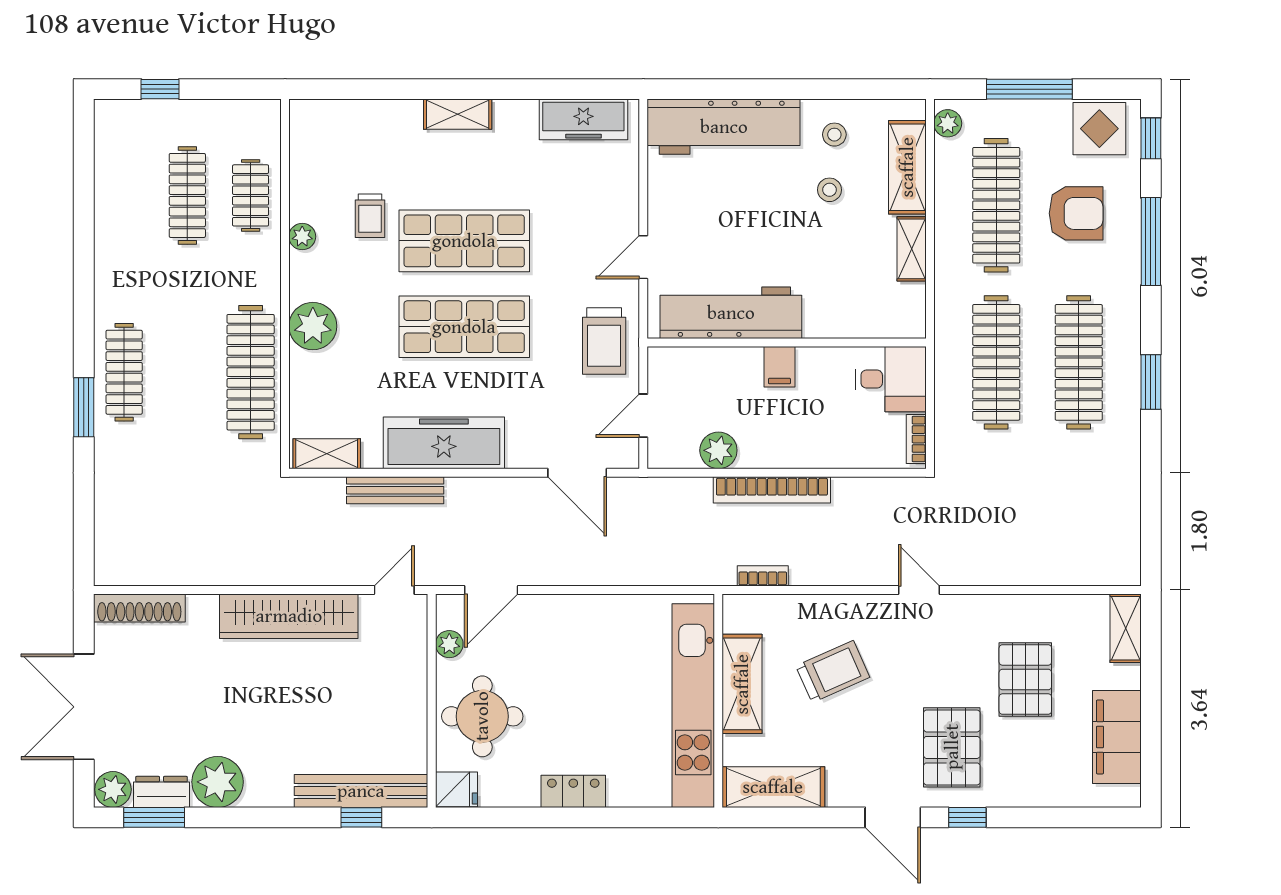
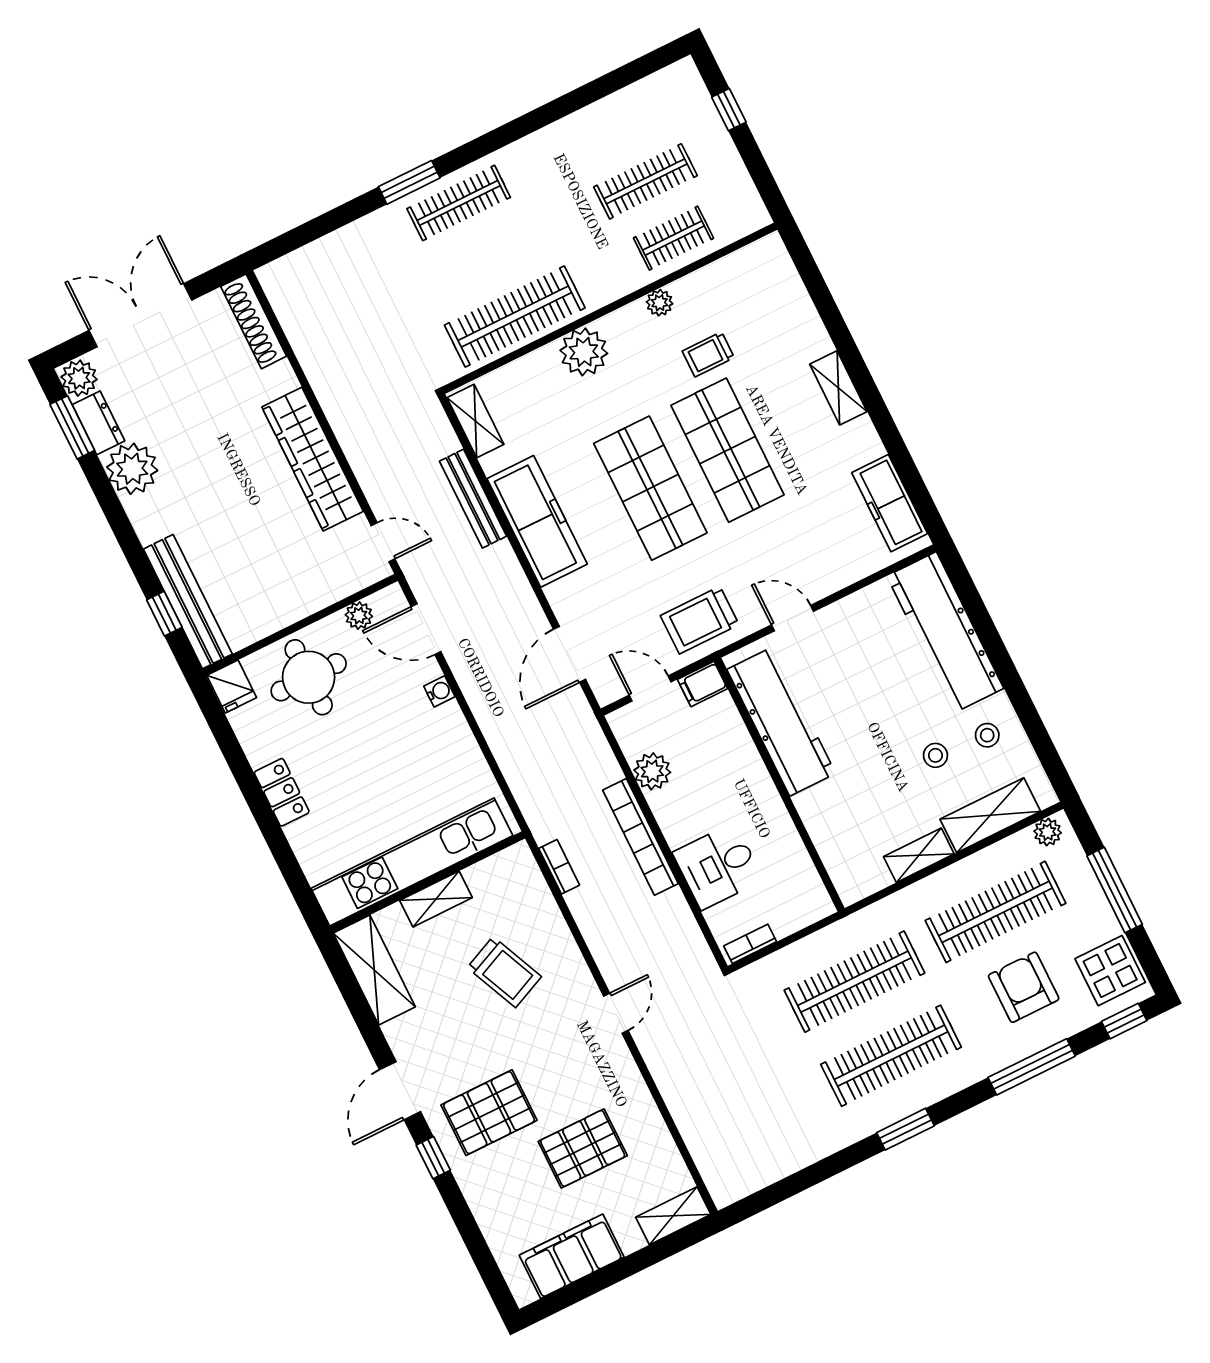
armchair: (1076, 213) -> (1024, 987), turned 180
filing cabinet: (779, 367) -> (702, 684), moved
desk: (891, 379) -> (718, 866), moved, turned 90
water cooler: (553, 606) -> (439, 691), added
shelving: (742, 684) -> (436, 899), width x0.67, depth x0.75

